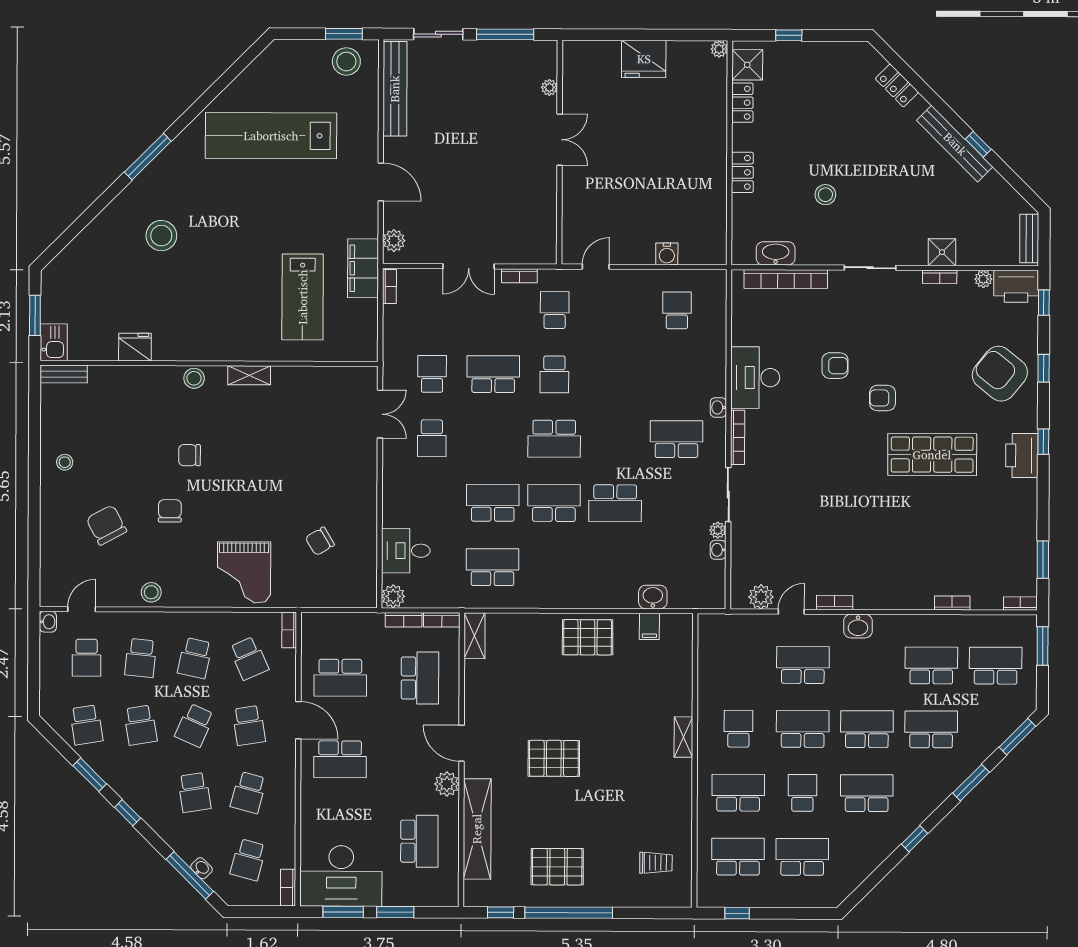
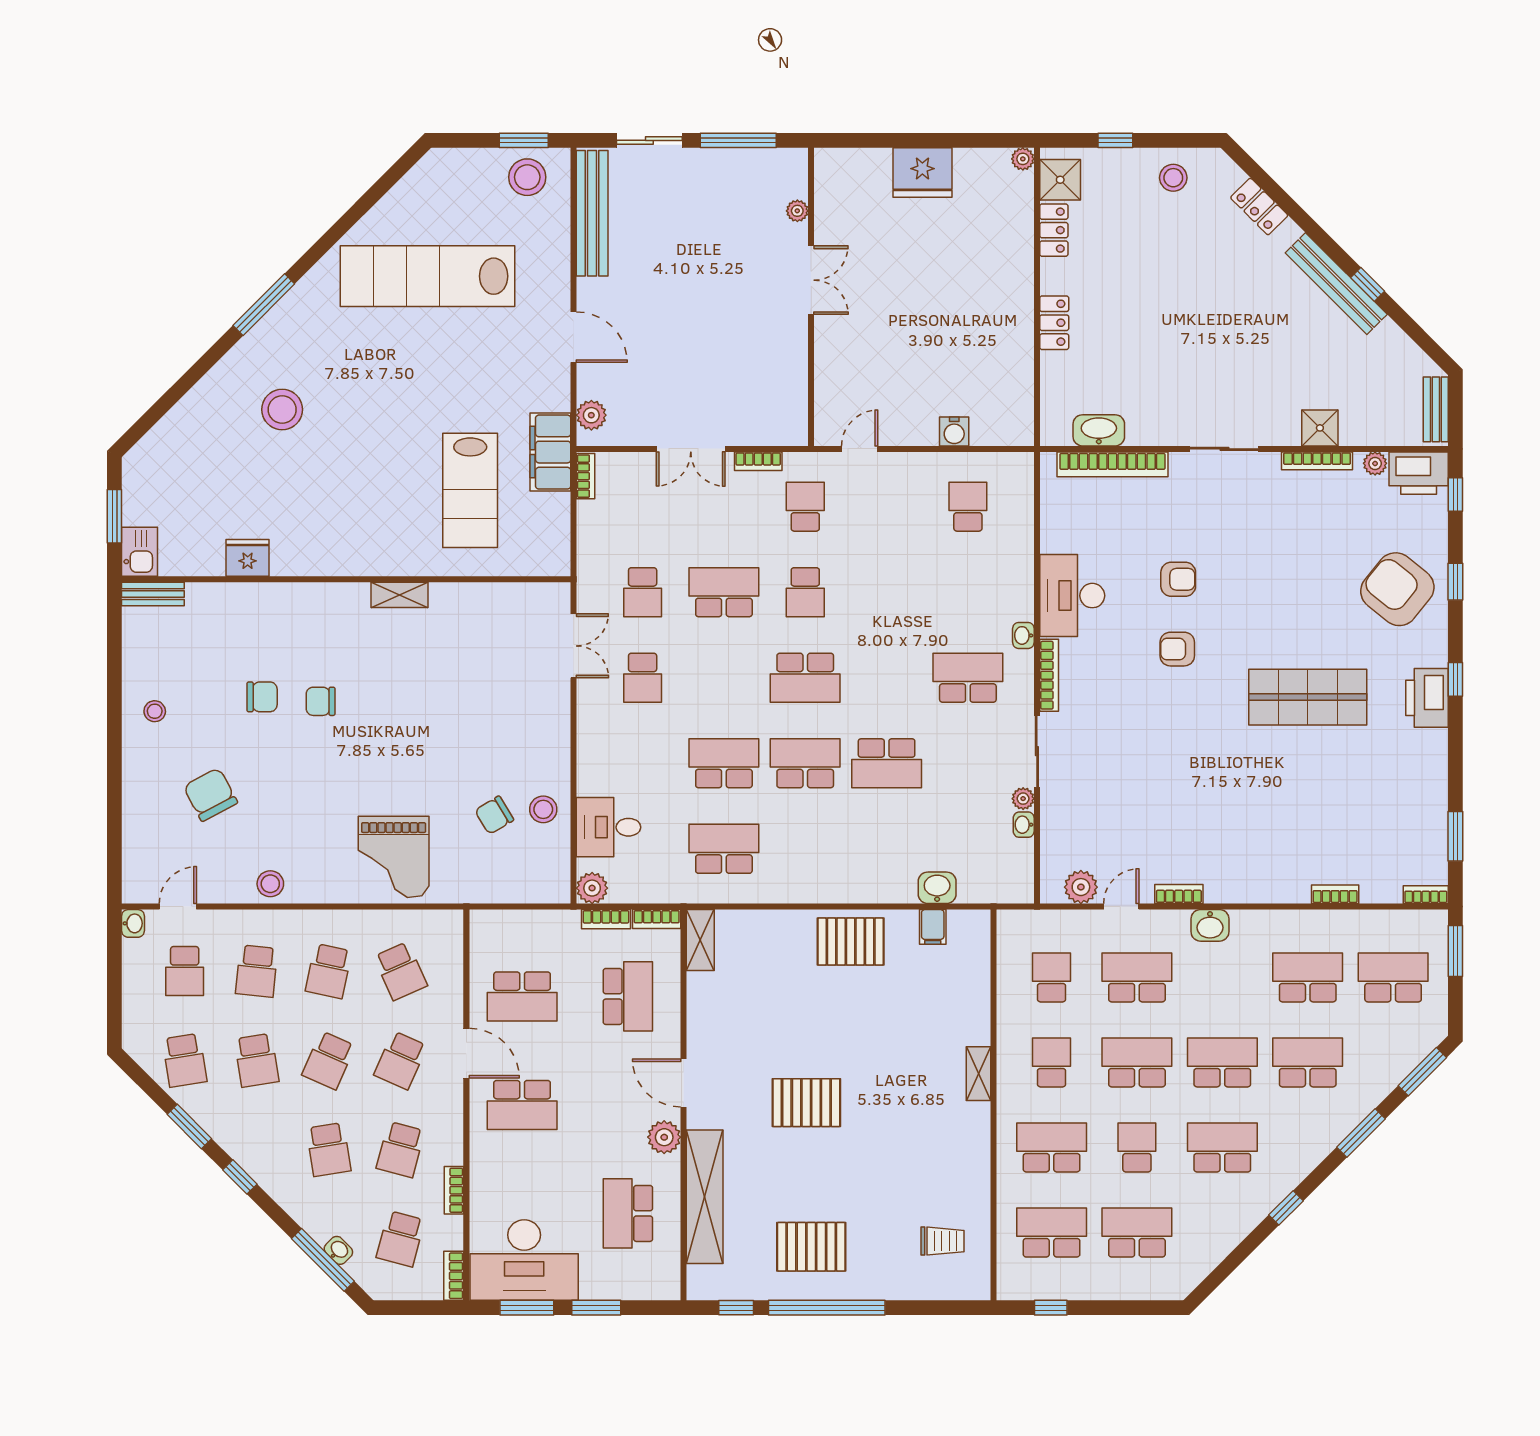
stool: (825, 195) -> (1173, 178), moved
bookcase: (940, 277) -> (1317, 461), width x1.56
school desk: (432, 374) -> (643, 592), turned 180
stool: (194, 378) -> (543, 809), moved
armchair: (882, 398) -> (1177, 649), moved
chair: (170, 511) -> (262, 697), moved, turned 90
bookcase: (289, 630) -> (454, 1190), moved
school desk: (739, 665) -> (1052, 977), added
school desk: (249, 725) -> (401, 1060), turned 33
school desk: (419, 841) -> (628, 1213), turned 180

